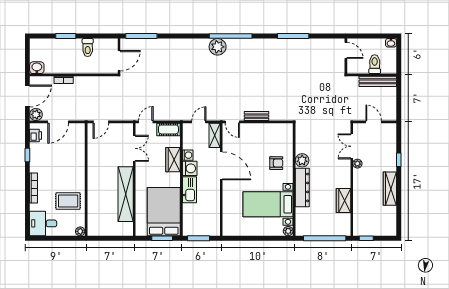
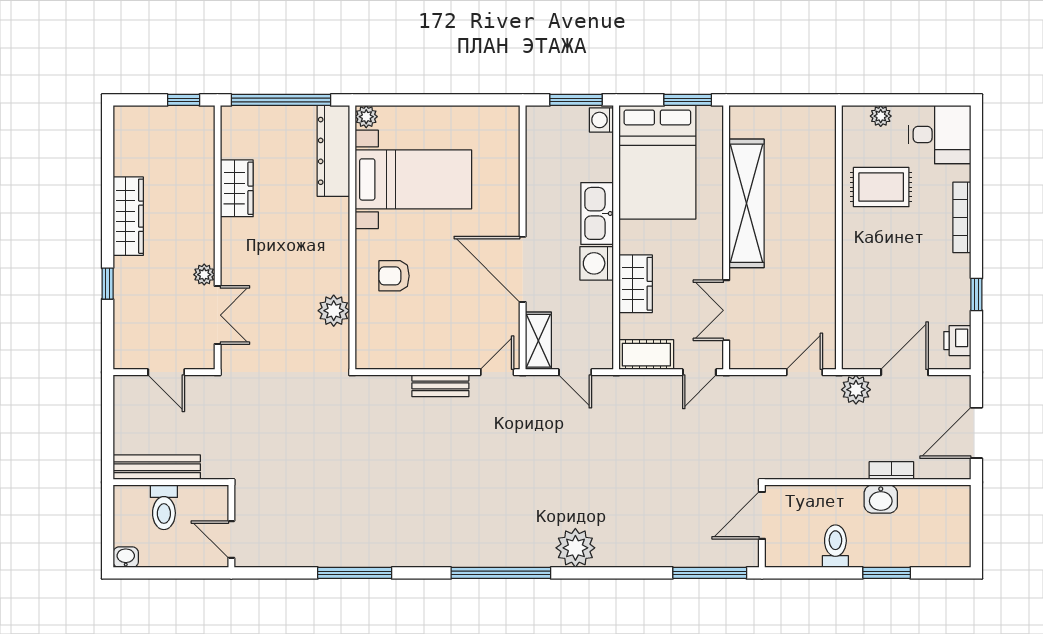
plant: (218, 47) -> (575, 548), moved
washbasin: (37, 68) -> (881, 499), moved
plant: (36, 114) -> (856, 390), moved
door: (199, 122) -> (575, 372), hinge flipped
door: (232, 122) -> (497, 372), hinge flipped
washing machine: (188, 155) -> (601, 120), moved
plant: (302, 160) -> (334, 311), moved
dresser: (302, 187) -> (333, 151), moved
plant: (80, 231) -> (881, 116), moved
window: (162, 238) -> (688, 100), moved

